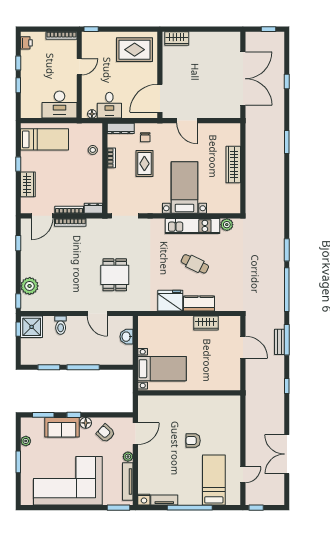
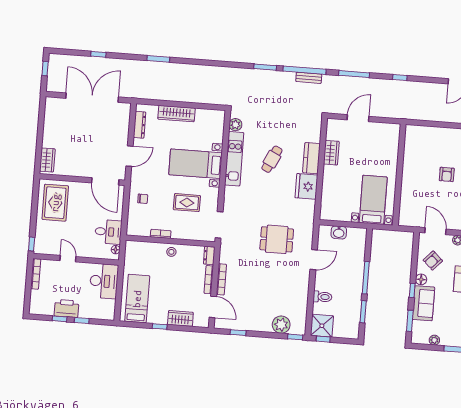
printer: (26, 43) -> (66, 308), moved, width x1.87, depth x1.48
dresser: (121, 128) -> (140, 125), moved
stool: (93, 150) -> (171, 252), moved
rug: (144, 164) -> (187, 203), moved
bench: (279, 342) -> (309, 78), moved

